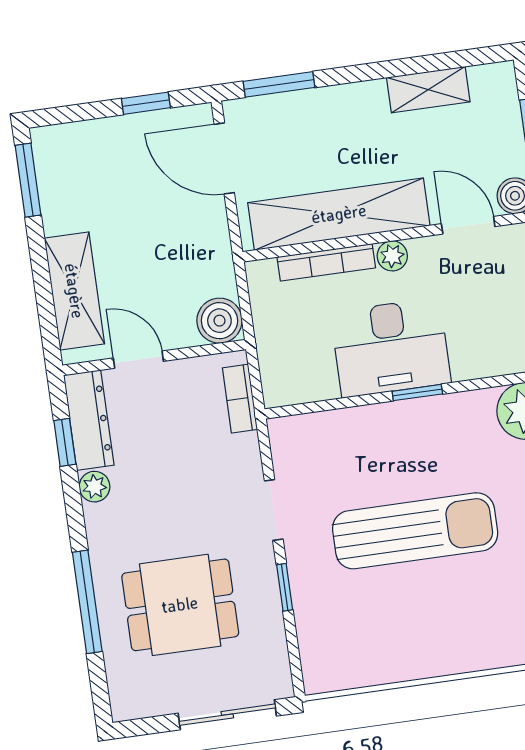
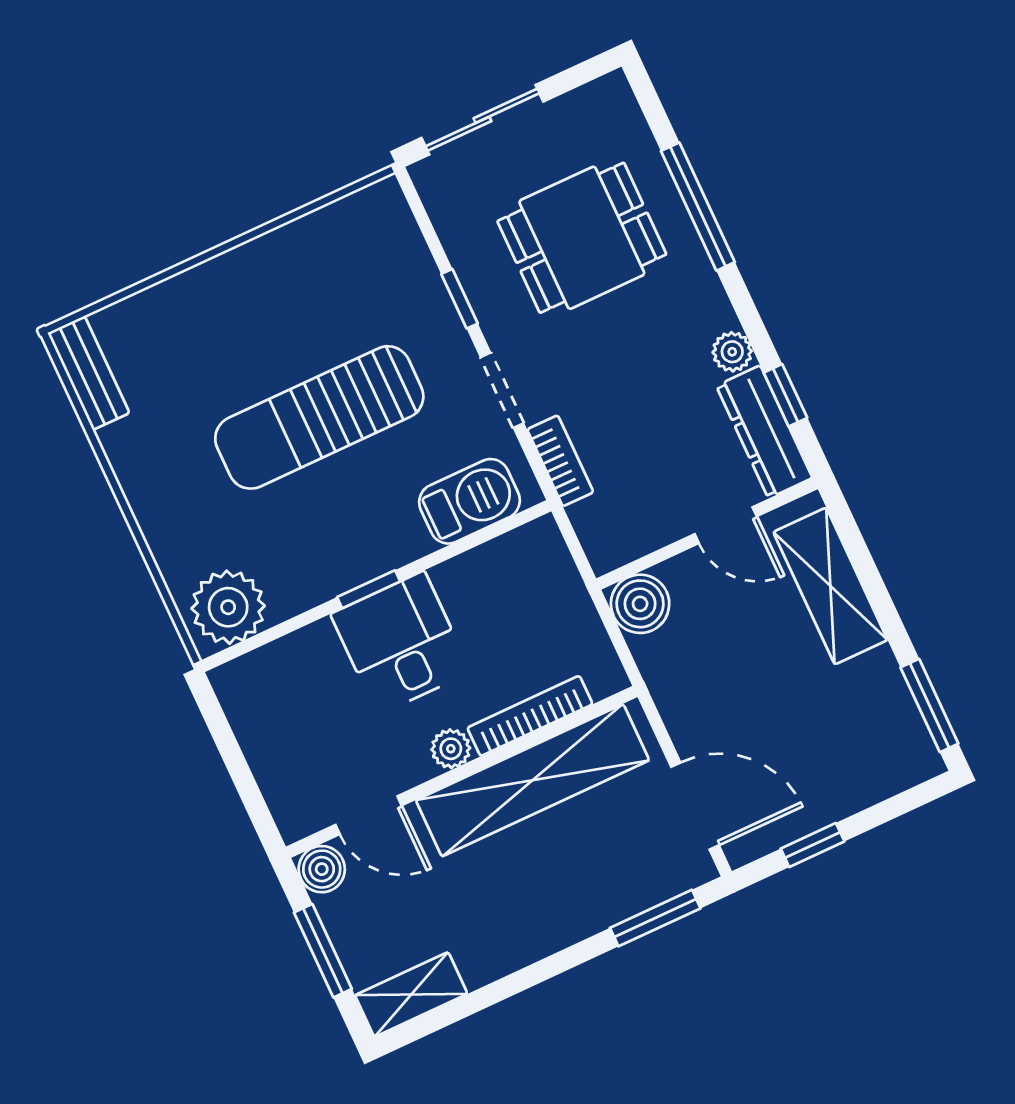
shelving: (428, 90) -> (411, 994), moved
desk: (391, 348) -> (401, 643), width x0.73
bookcase: (240, 399) -> (560, 461), moved
barbecue: (323, 435) -> (469, 501), added

